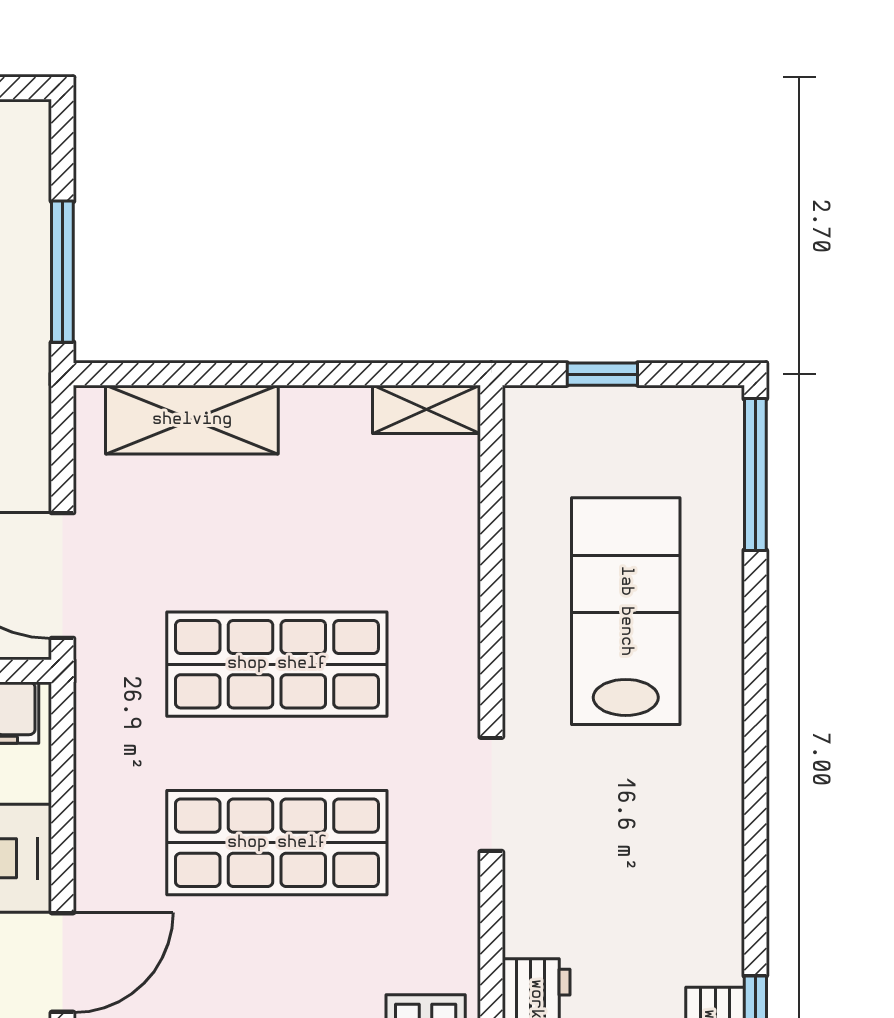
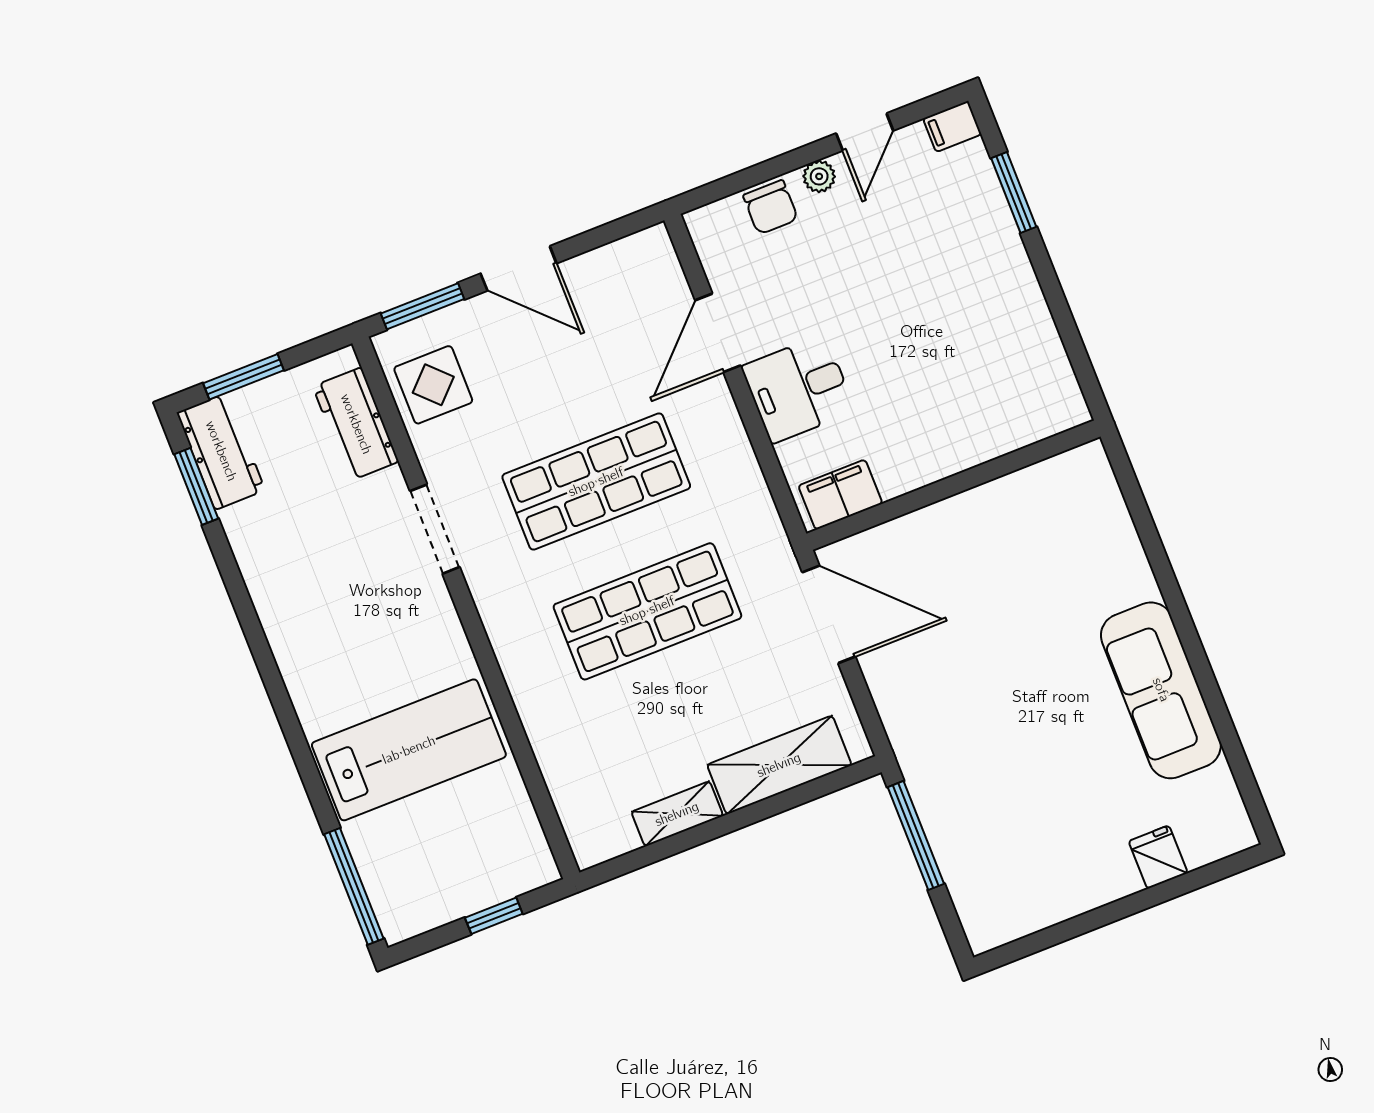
shelving: (426, 409) -> (677, 814), moved
lab bench: (626, 611) -> (409, 750), turned -90
doorway: (491, 794) -> (435, 529), moved

